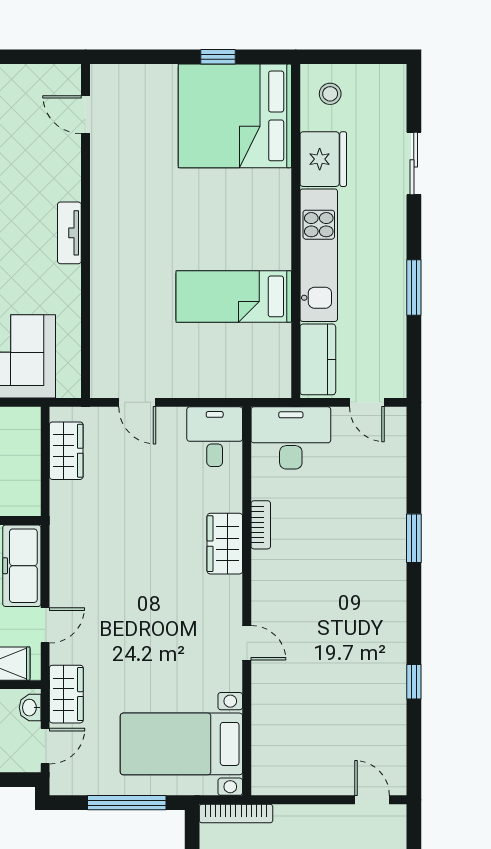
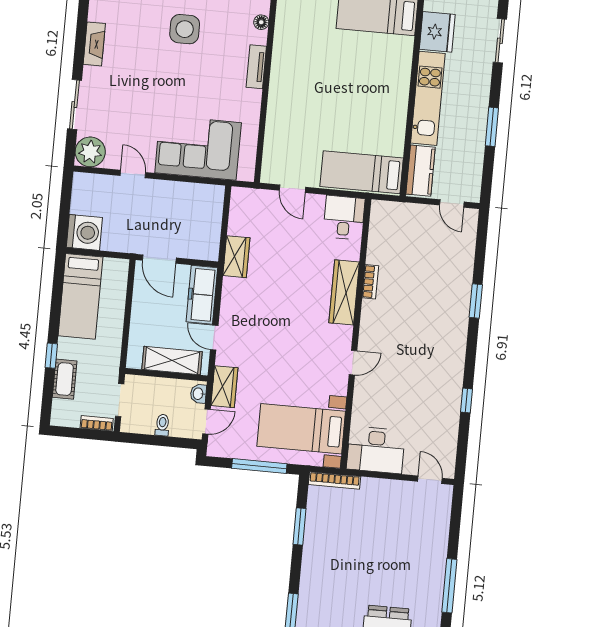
floor lamp: (71, 169) -> (261, 22), added
bed: (234, 296) -> (362, 172), moved
desk: (291, 438) -> (376, 450), moved, turned 180
wardrobe: (66, 451) -> (236, 257), moved
wardrobe: (225, 544) -> (344, 292), width x1.50
door: (45, 625) -> (214, 338), swing flipped
door: (247, 643) -> (353, 363), hinge flipped

